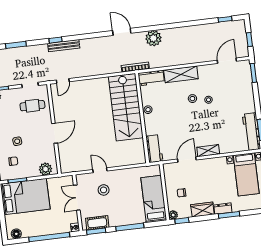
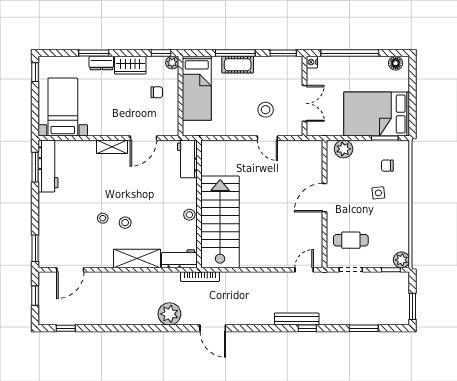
cot: (97, 223) -> (238, 65), moved

